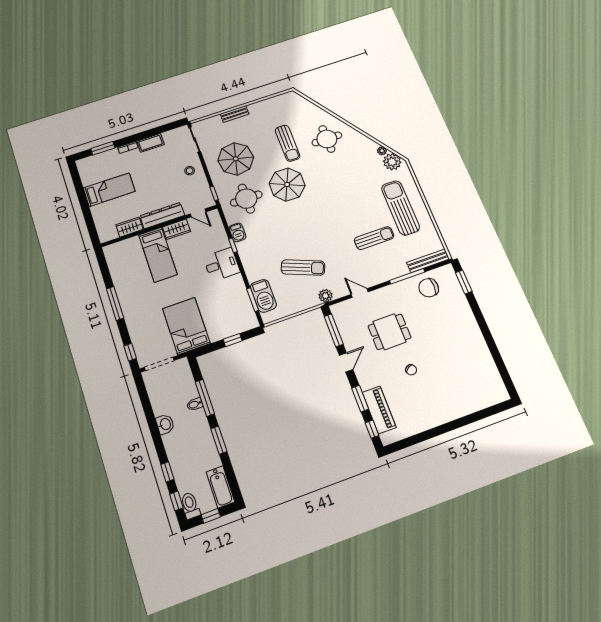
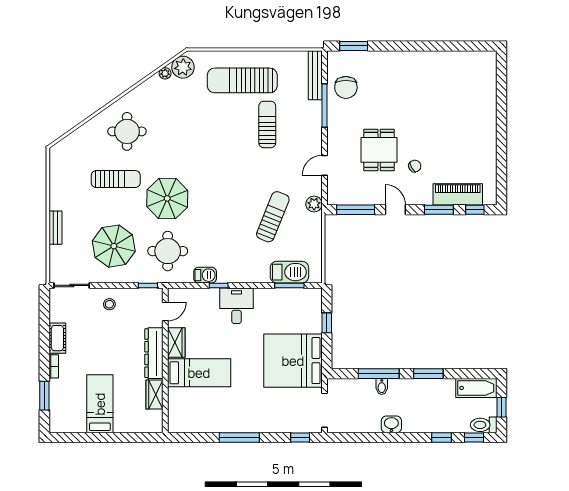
bed: (186, 326) -> (293, 361), width x1.36
chair: (411, 370) -> (415, 166), moved

